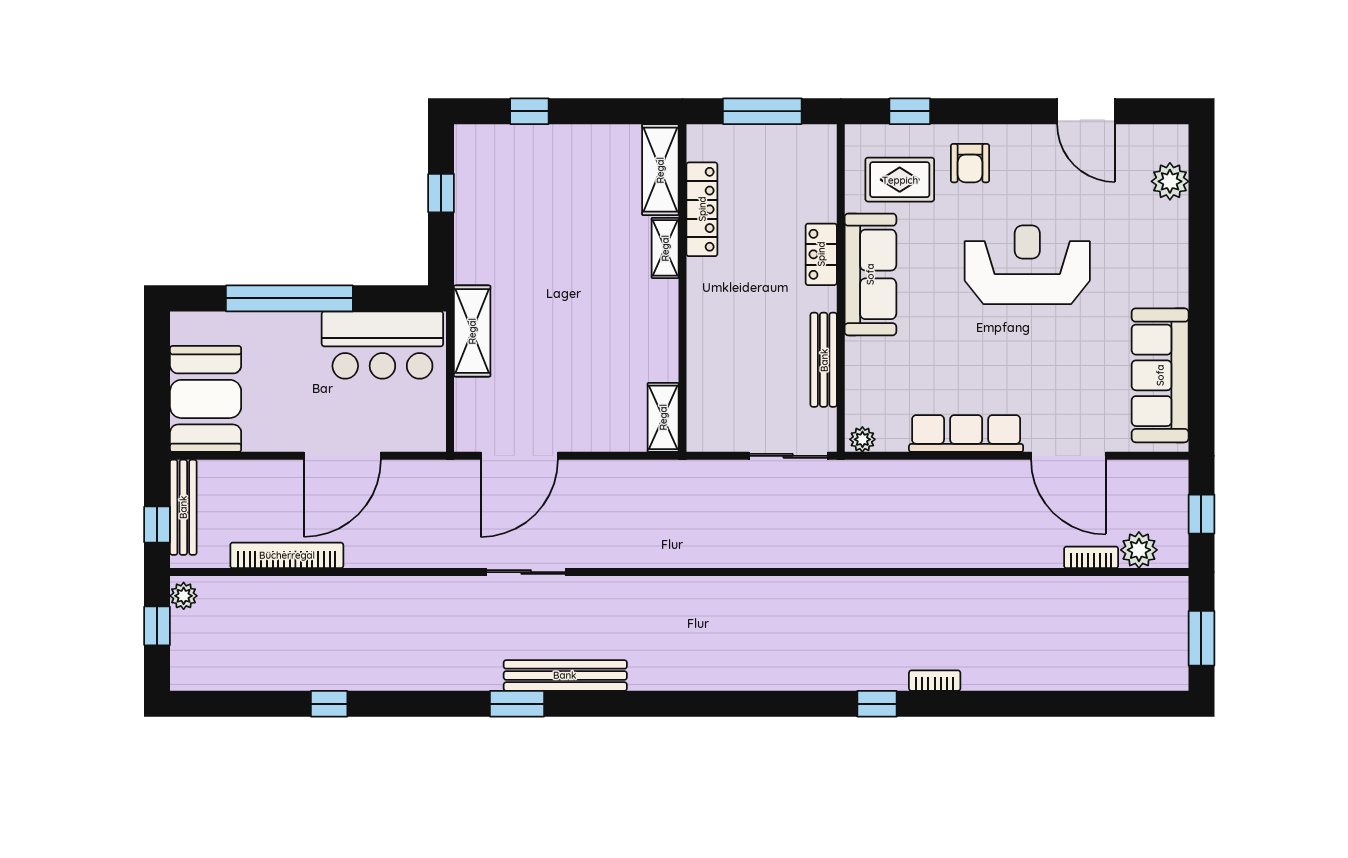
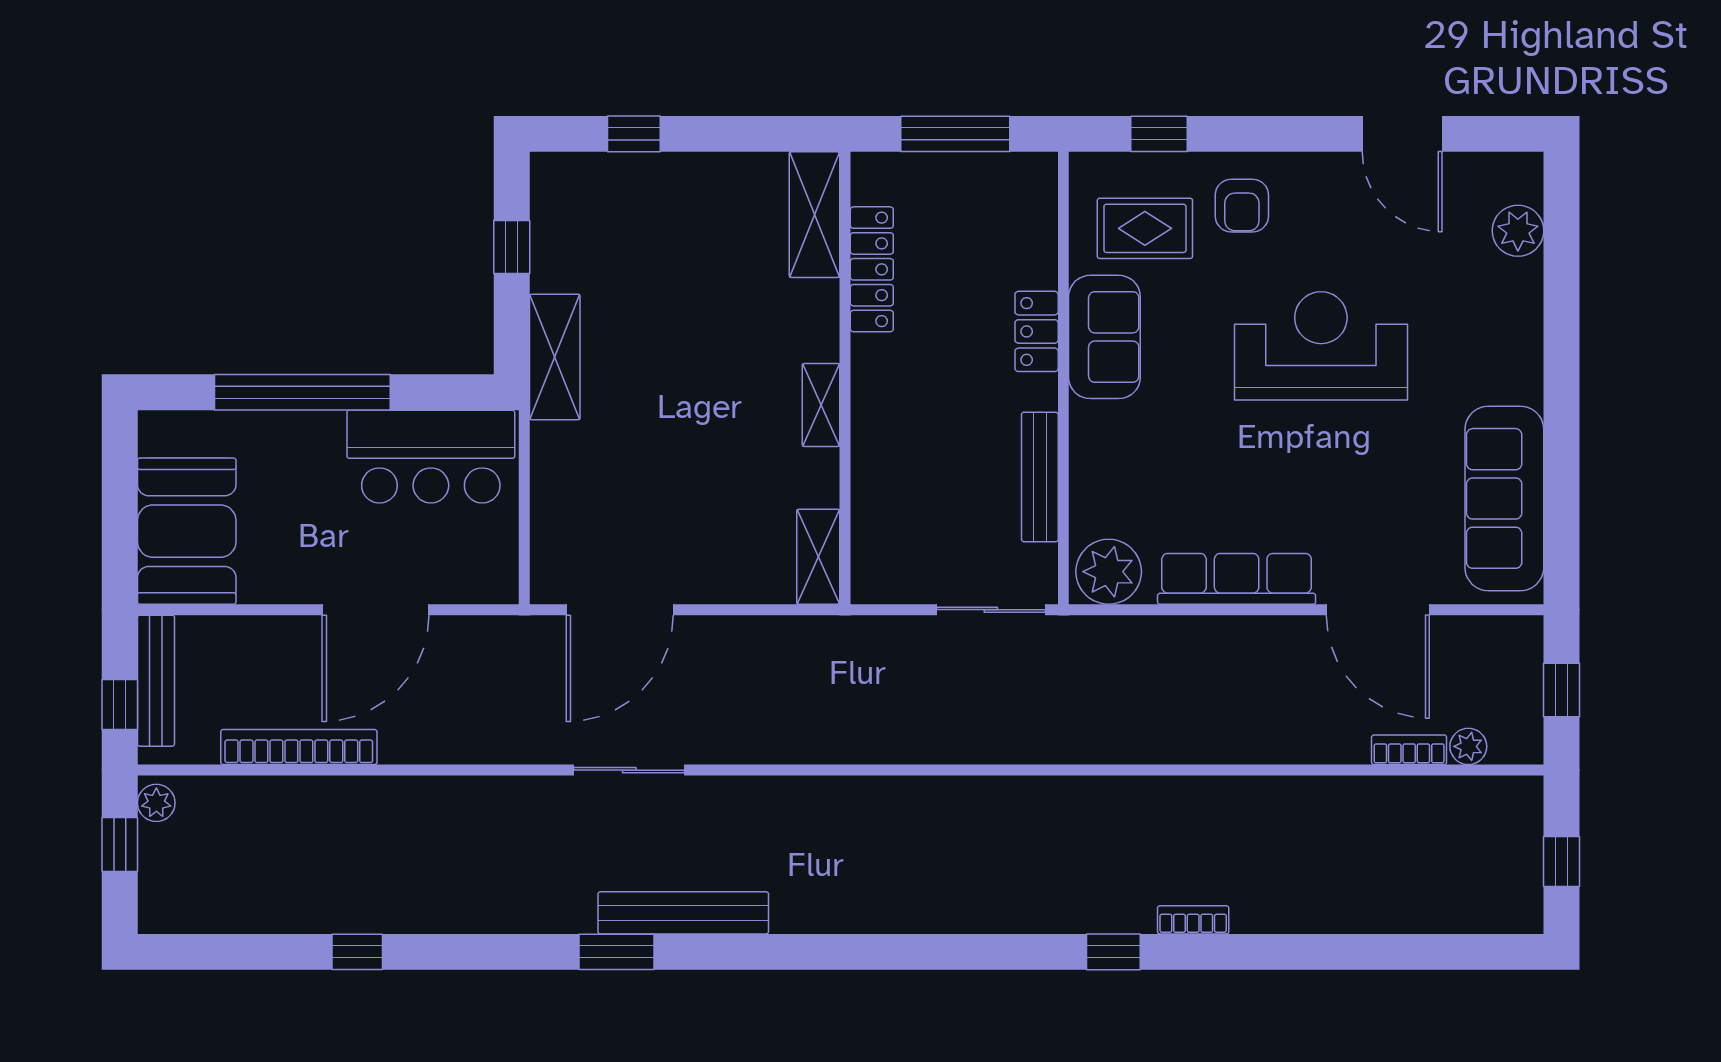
shelving: (665, 248) -> (821, 405), moved
sofa: (870, 274) -> (1104, 337), width x0.73
shelving: (472, 331) -> (555, 357), moved
plant: (862, 439) -> (1109, 572), width x1.87, depth x1.87
plant: (1139, 550) -> (1468, 746), width x0.73, depth x0.73
window: (1201, 638) -> (1561, 862), width x0.67

